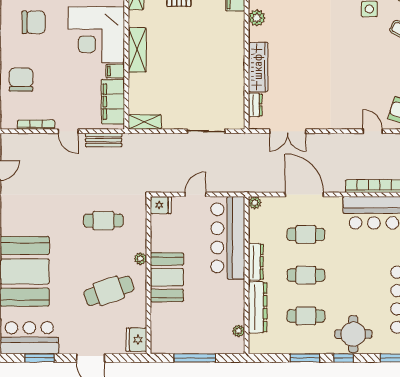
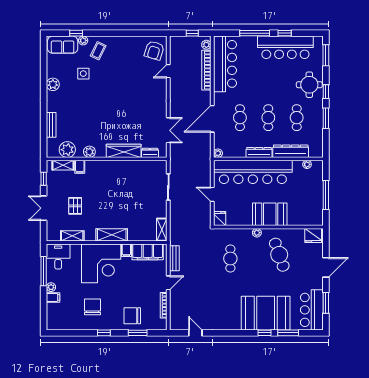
bar counter: (228, 238) -> (253, 172), width x1.36

